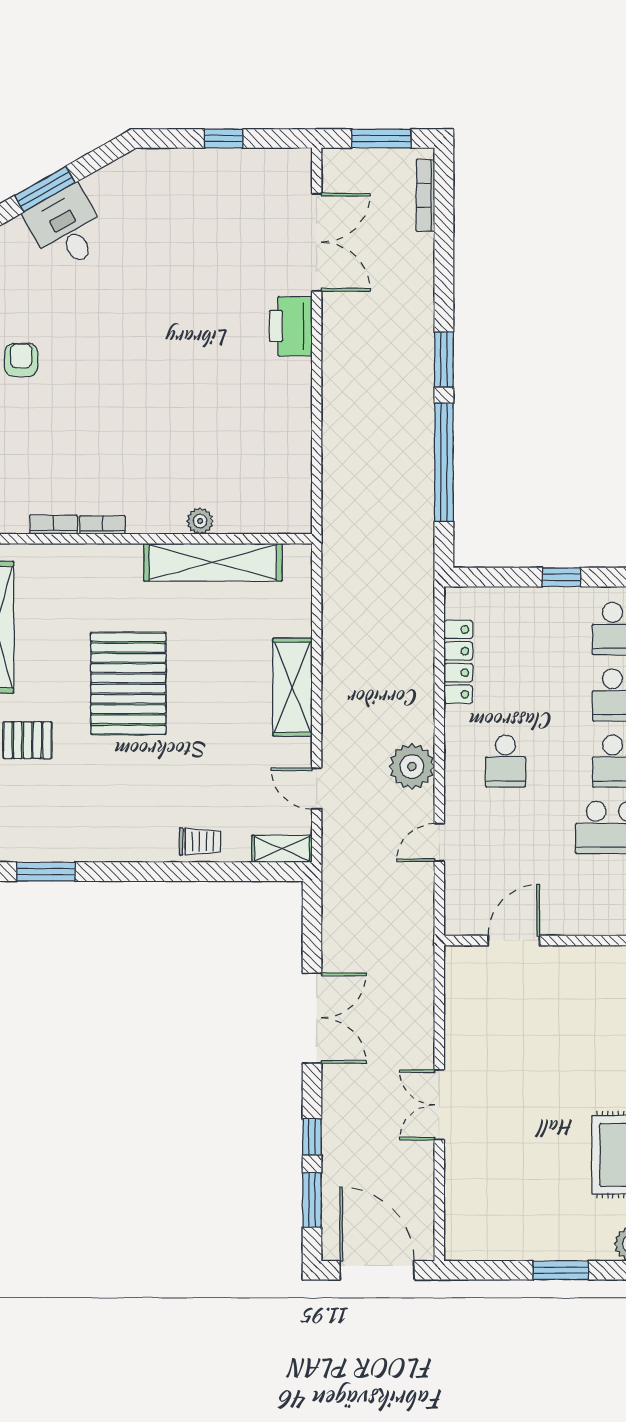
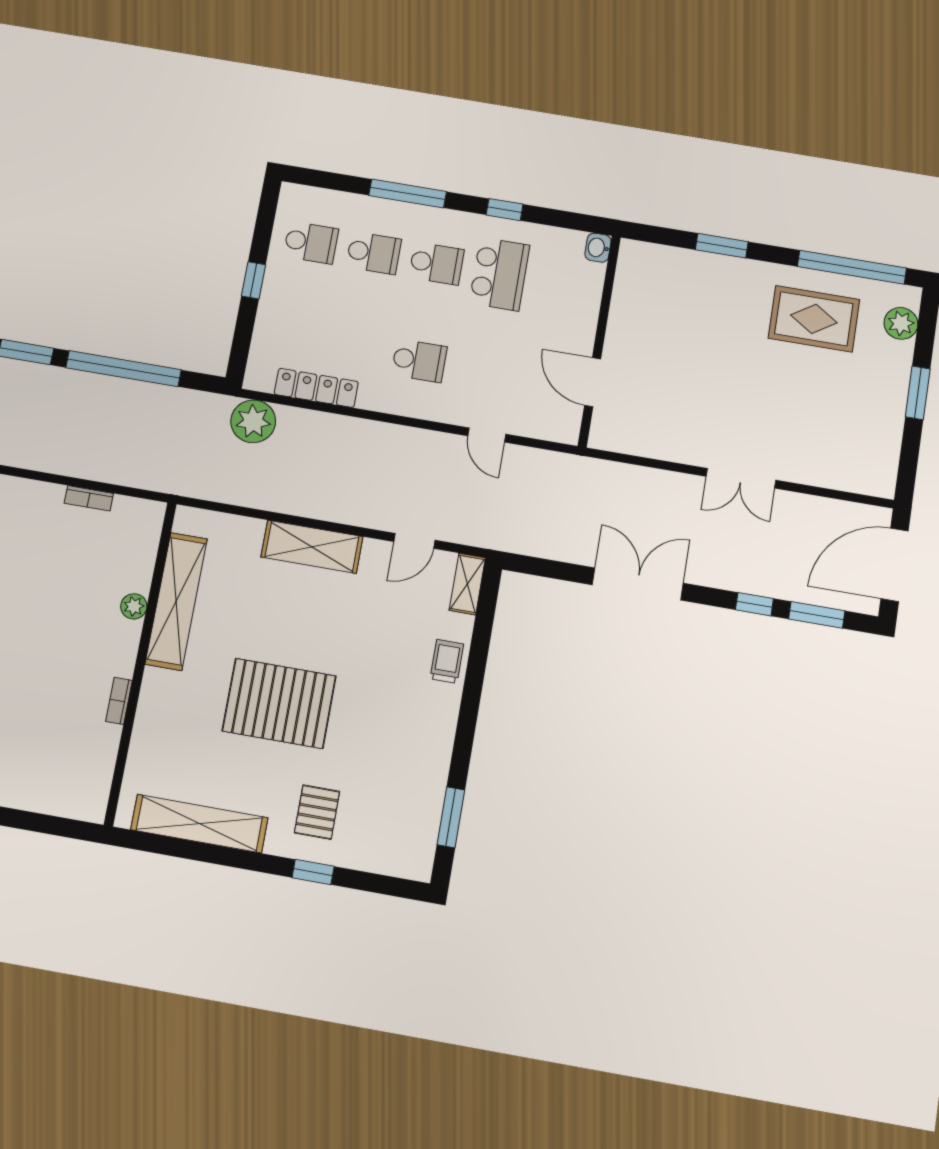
bookcase: (53, 525) -> (89, 498), moved, turned -90
plant: (412, 766) -> (253, 421), moved

